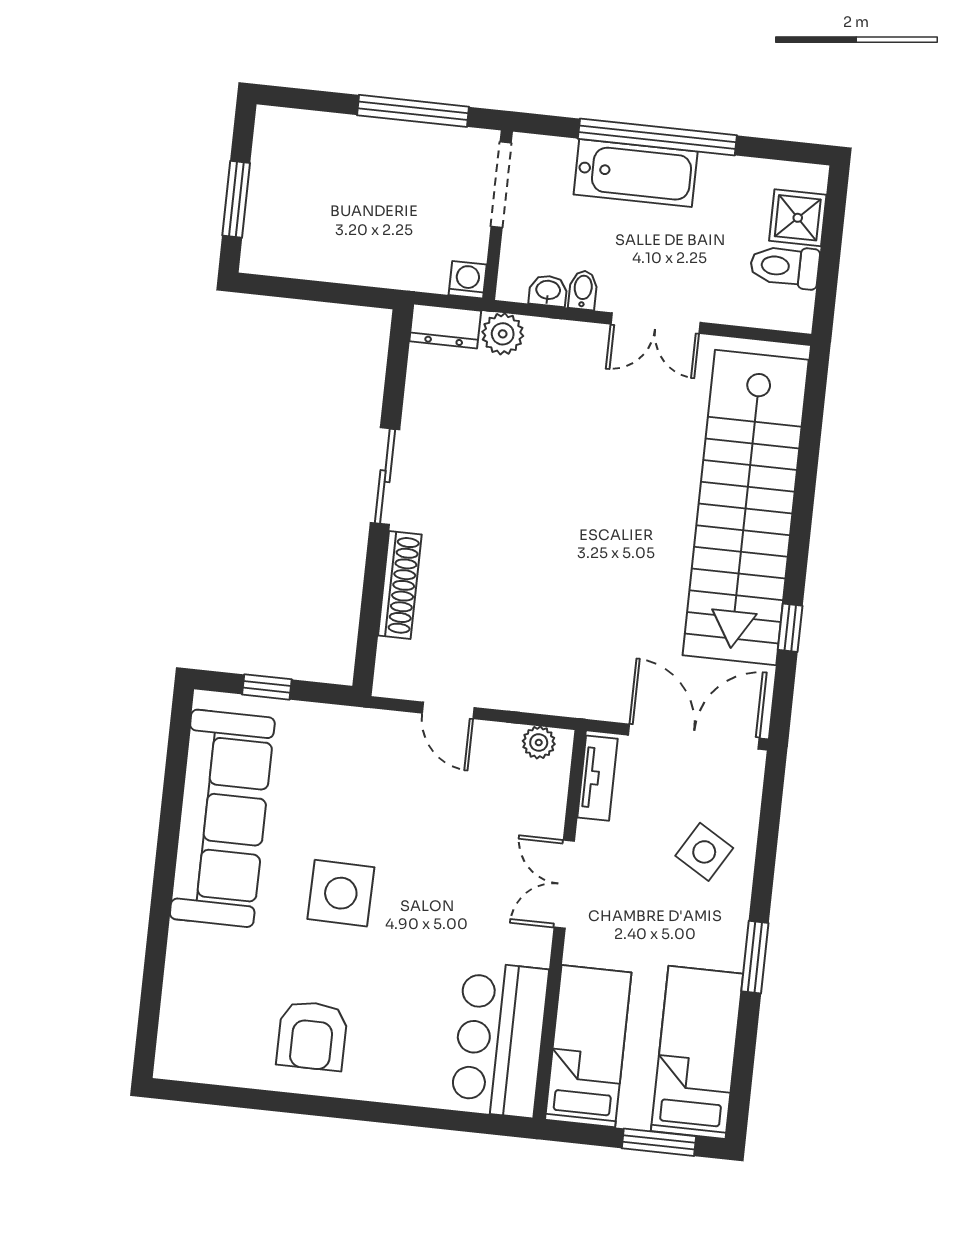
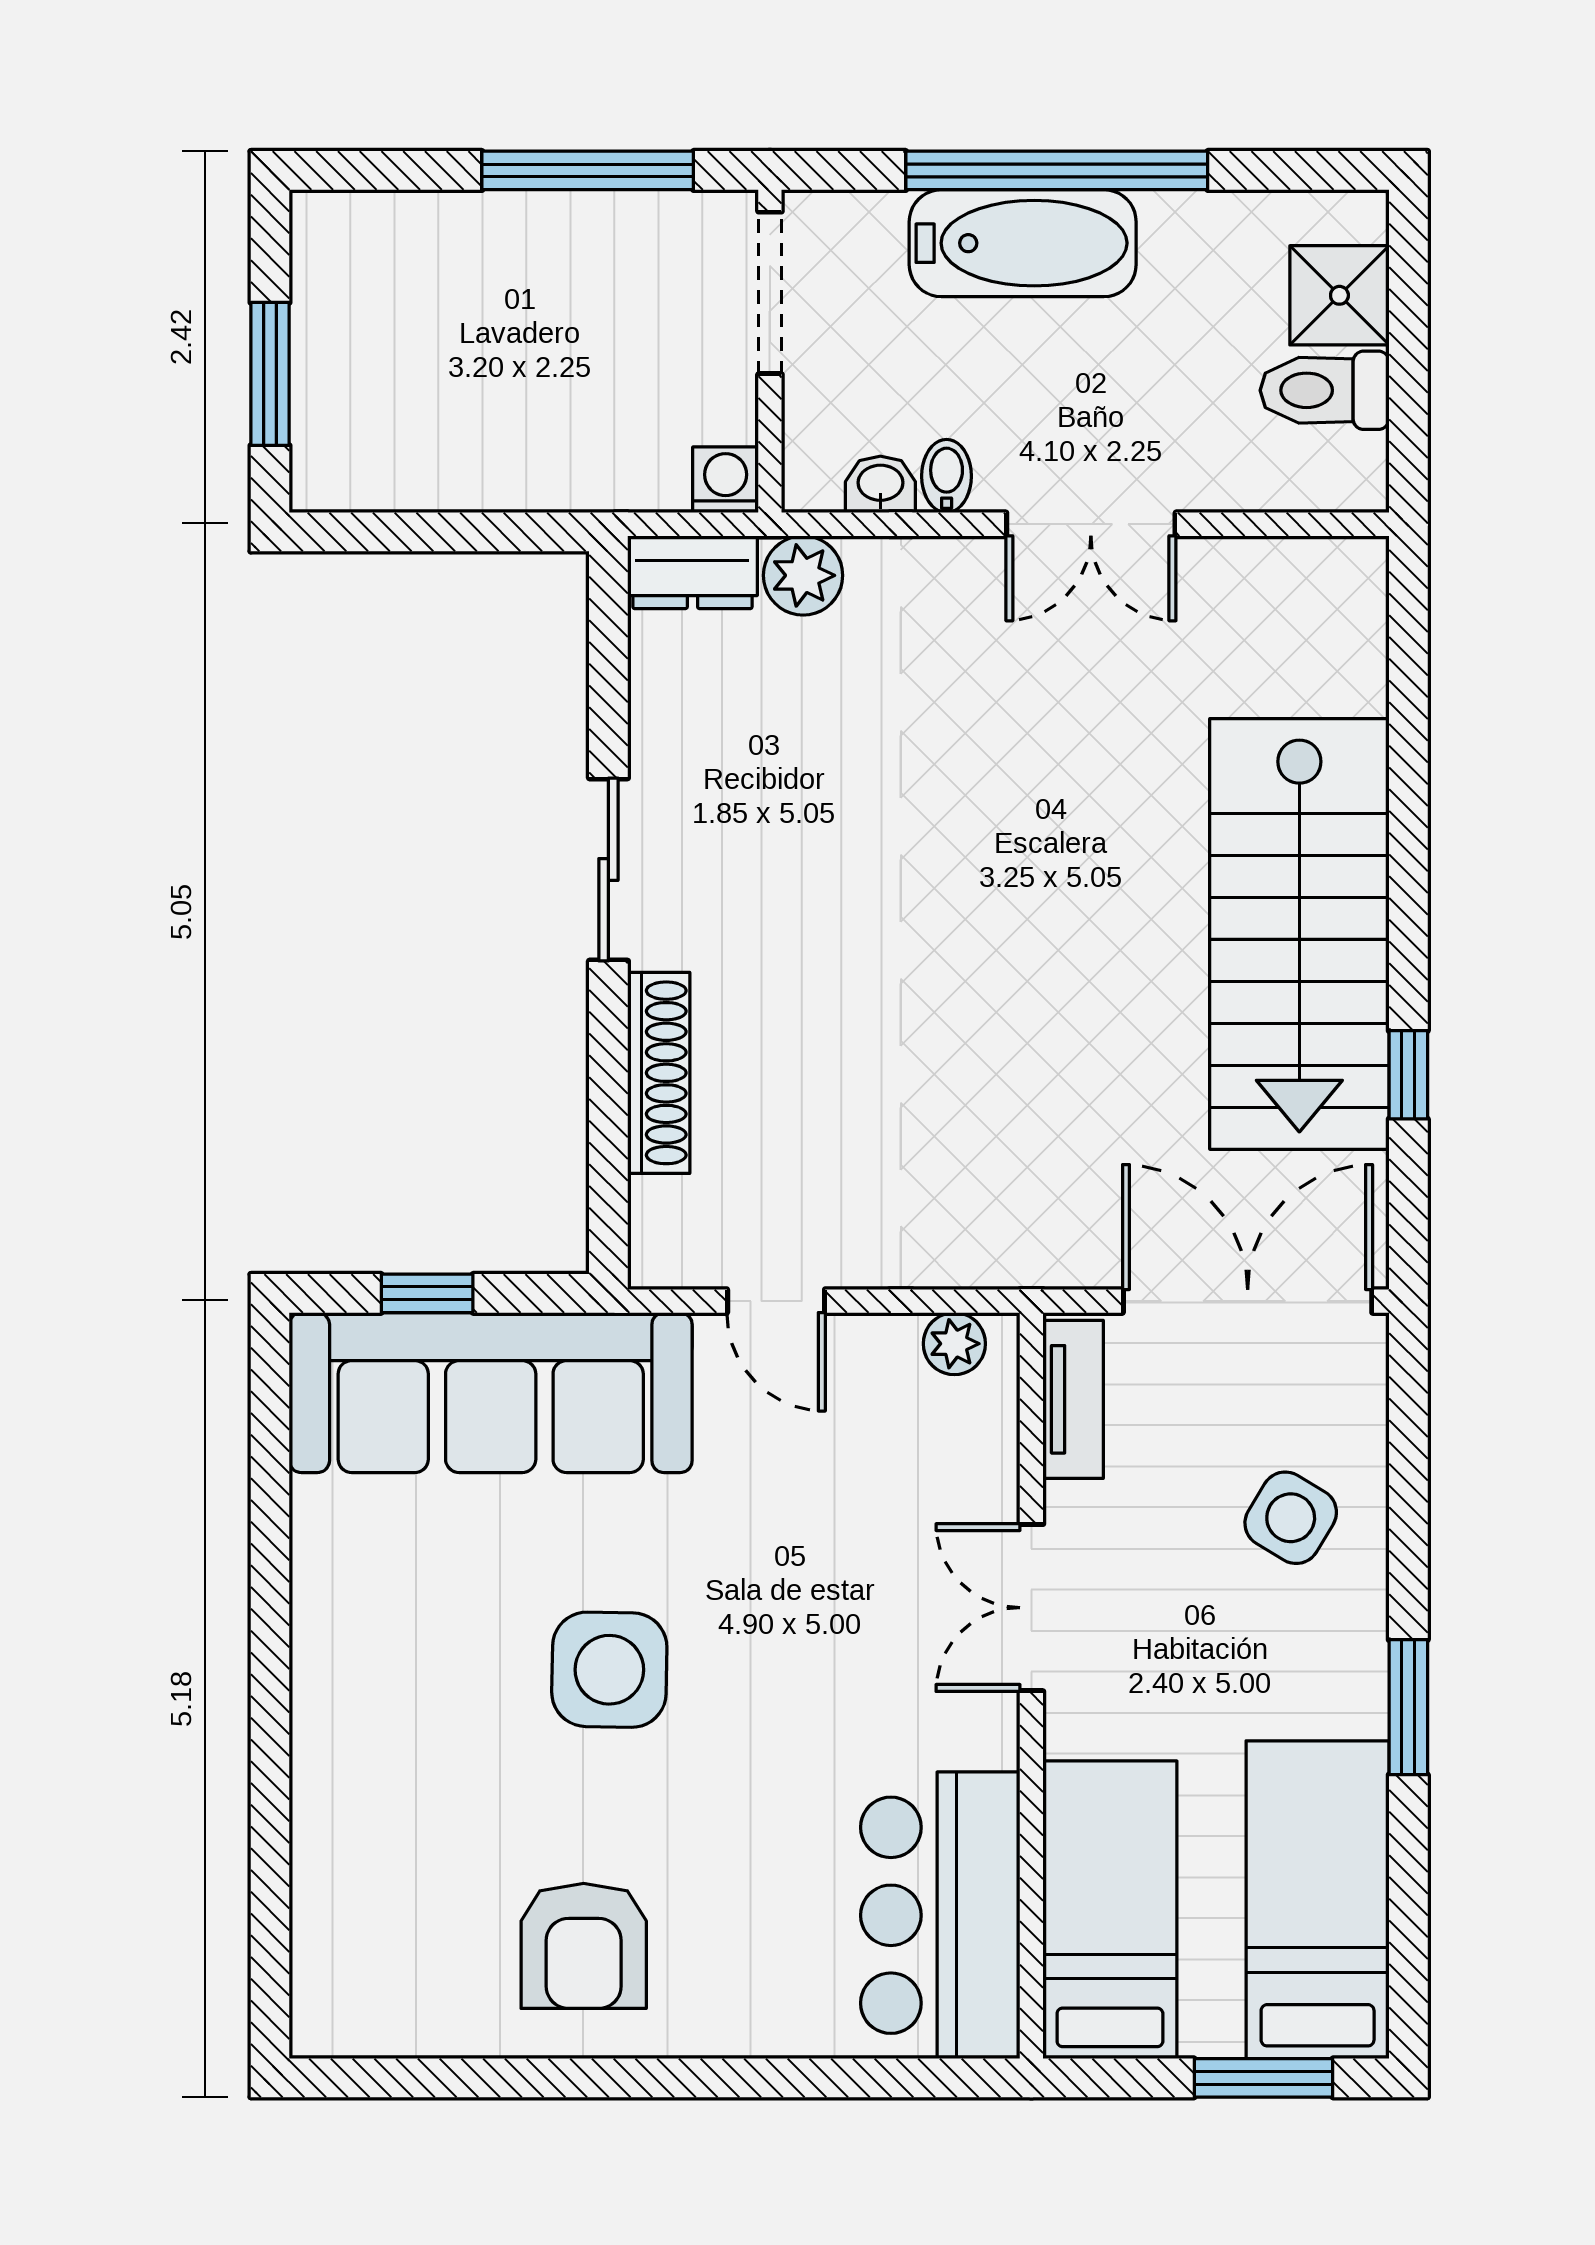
stairs: (746, 507) -> (1299, 934), width x0.73
sofa: (222, 818) -> (491, 1393), moved, turned 90

